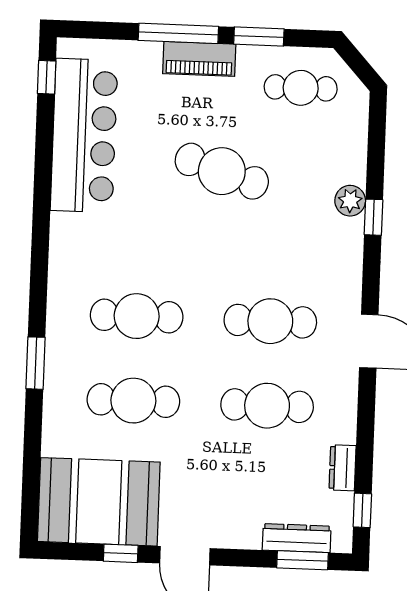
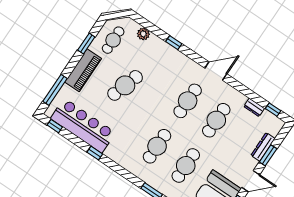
window: (178, 33) -> (55, 90), moved
piano: (199, 59) -> (83, 70), width x1.37, depth x1.33
window: (42, 195) -> (95, 153), added
plant: (350, 201) -> (143, 34), moved
dresser: (297, 538) -> (263, 147), moved
window: (302, 560) -> (268, 155), moved

